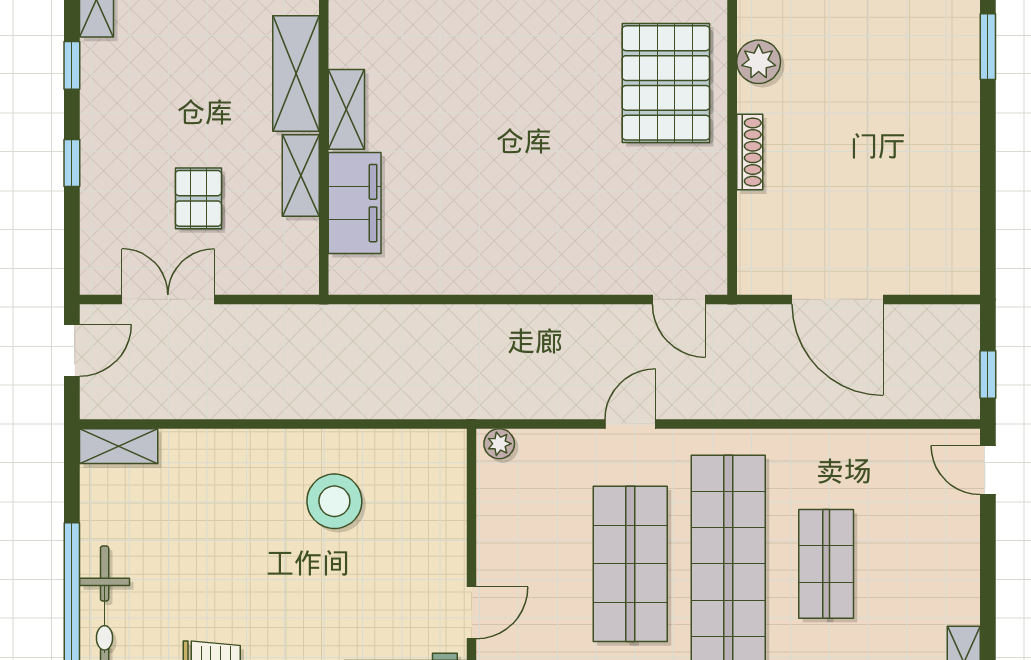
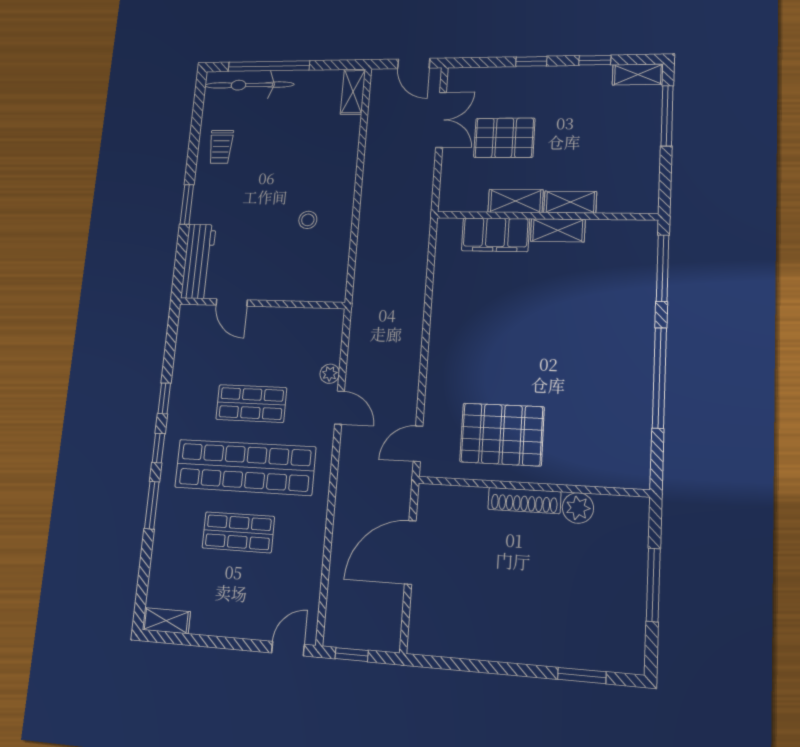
shelving: (296, 74) -> (570, 202), width x0.67, depth x0.75
pallet: (666, 83) -> (502, 434), moved
shoe rack: (750, 152) -> (524, 500), width x1.36, depth x1.24
pallet: (198, 198) -> (504, 138), width x1.50, depth x1.42
plant: (499, 444) -> (330, 374), moved
stool: (334, 501) -> (308, 220), width x0.53, depth x0.53
shop shelf: (630, 564) -> (251, 404), width x0.70, depth x0.74

